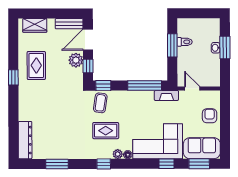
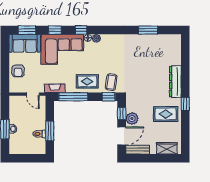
rug: (36, 65) -> (166, 114), turned 90
rug: (106, 131) -> (87, 81), moved
dresser: (25, 140) -> (175, 82), moved
window: (104, 164) -> (81, 30), moved

